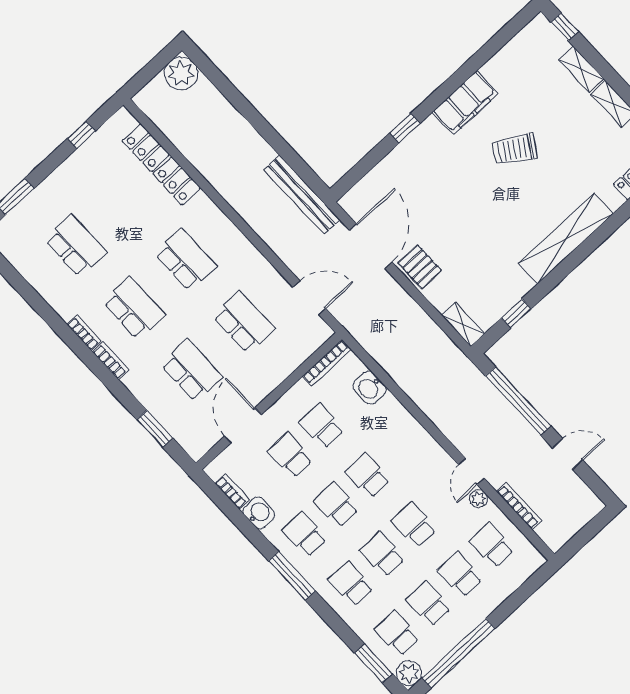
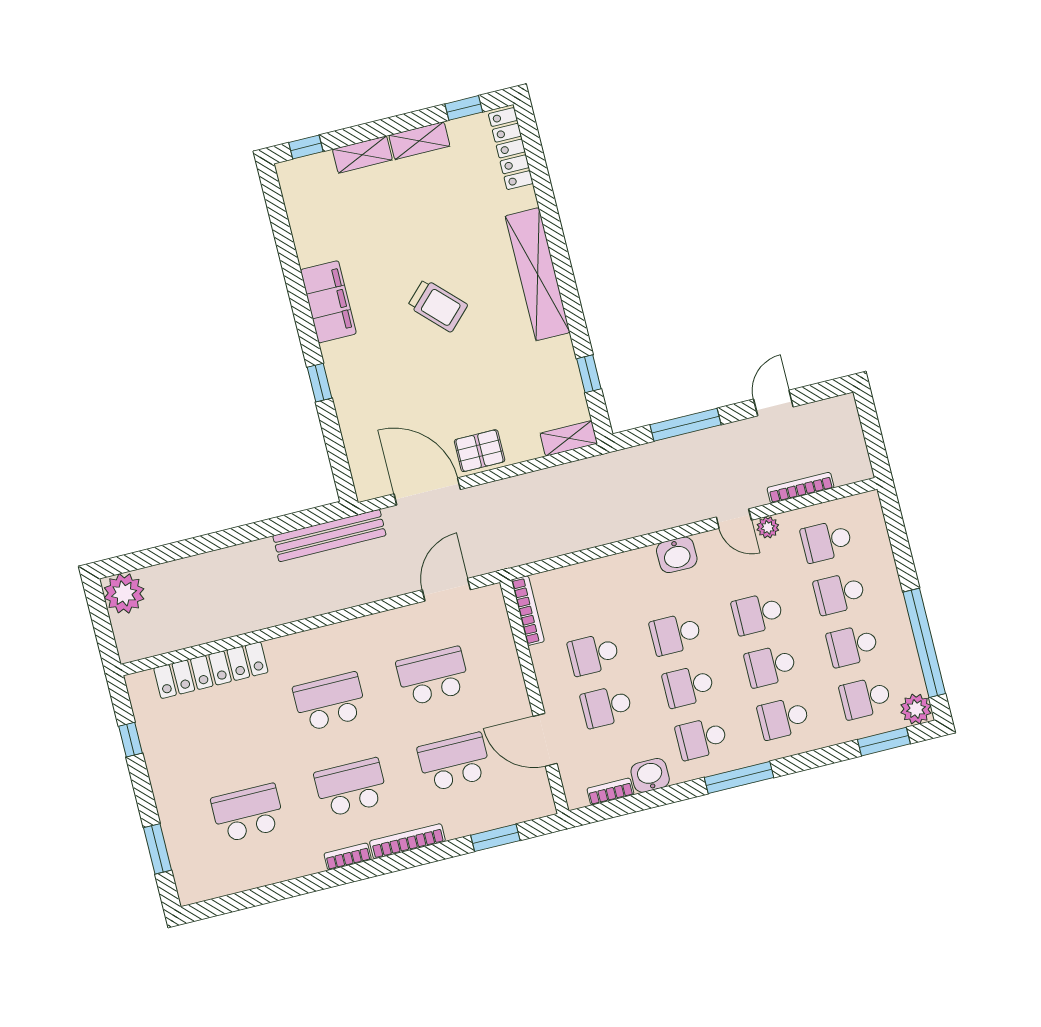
trolley: (515, 149) -> (438, 306), moved, turned -77
bookcase: (111, 361) -> (407, 841), width x1.56
washbasin: (370, 388) -> (677, 555), moved
window: (518, 401) -> (685, 425), width x0.68

